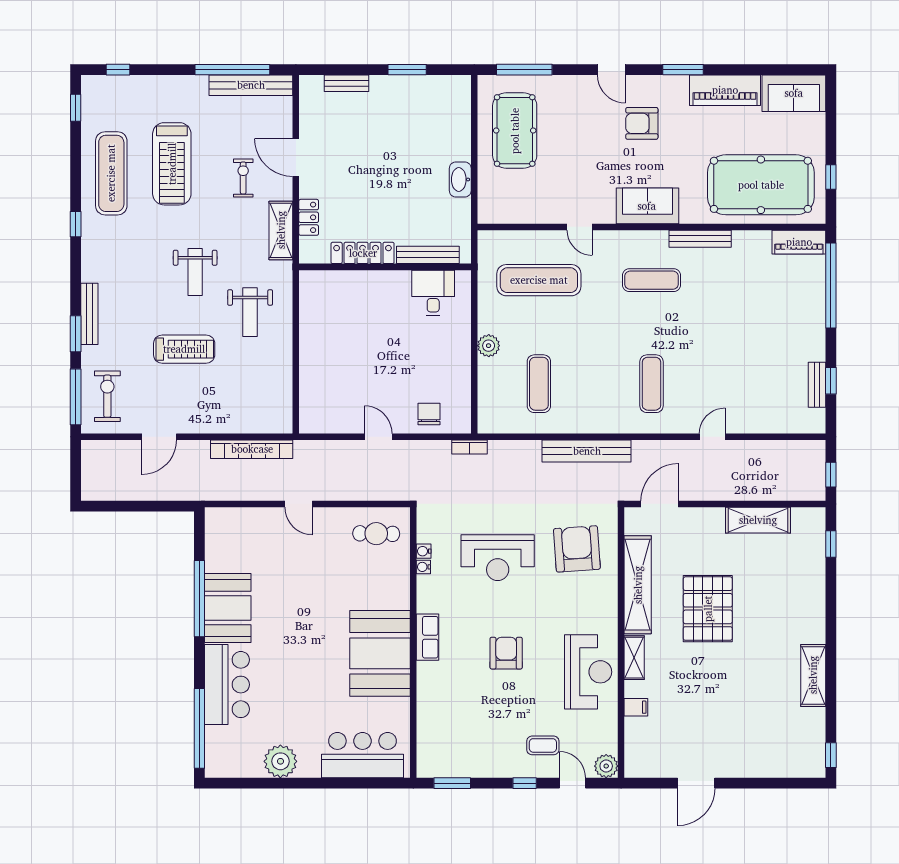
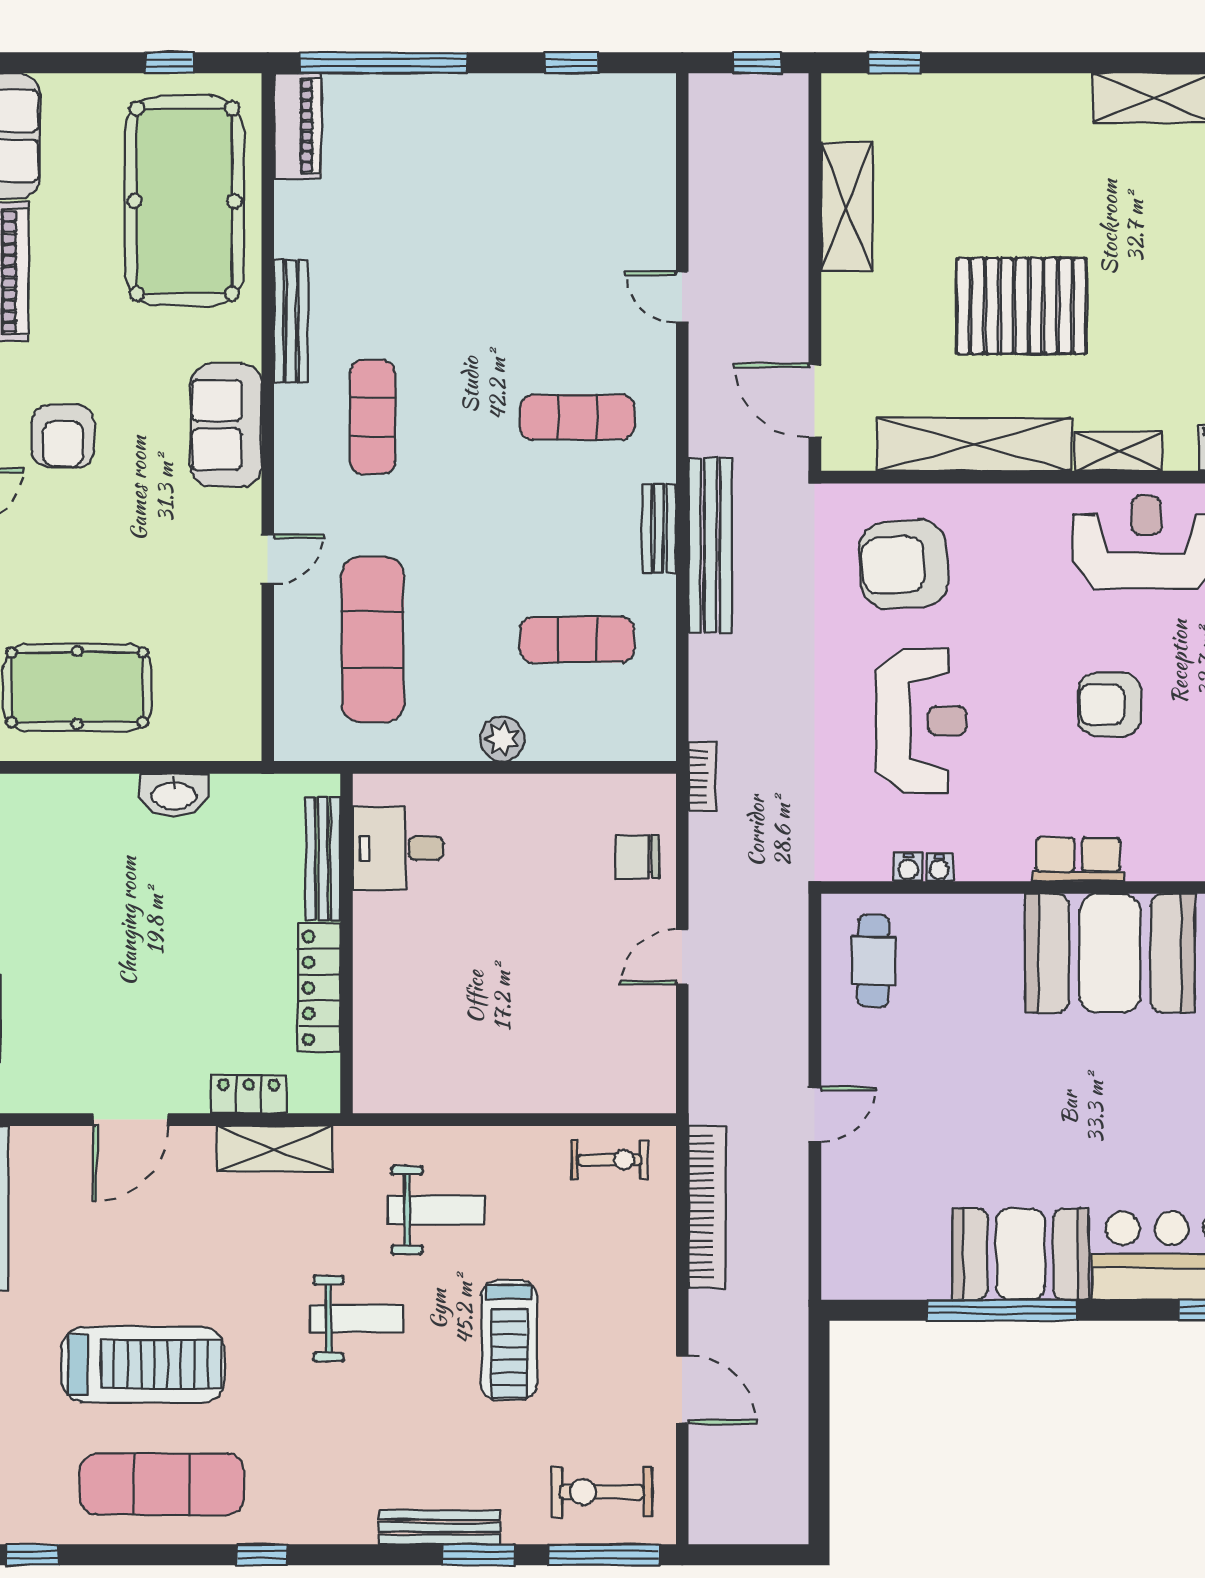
exercise bike: (243, 178) -> (610, 1160), moved, turned 180
treadmill: (184, 349) -> (509, 1340), turned 180
bench: (817, 385) -> (659, 528), moved, turned 90

